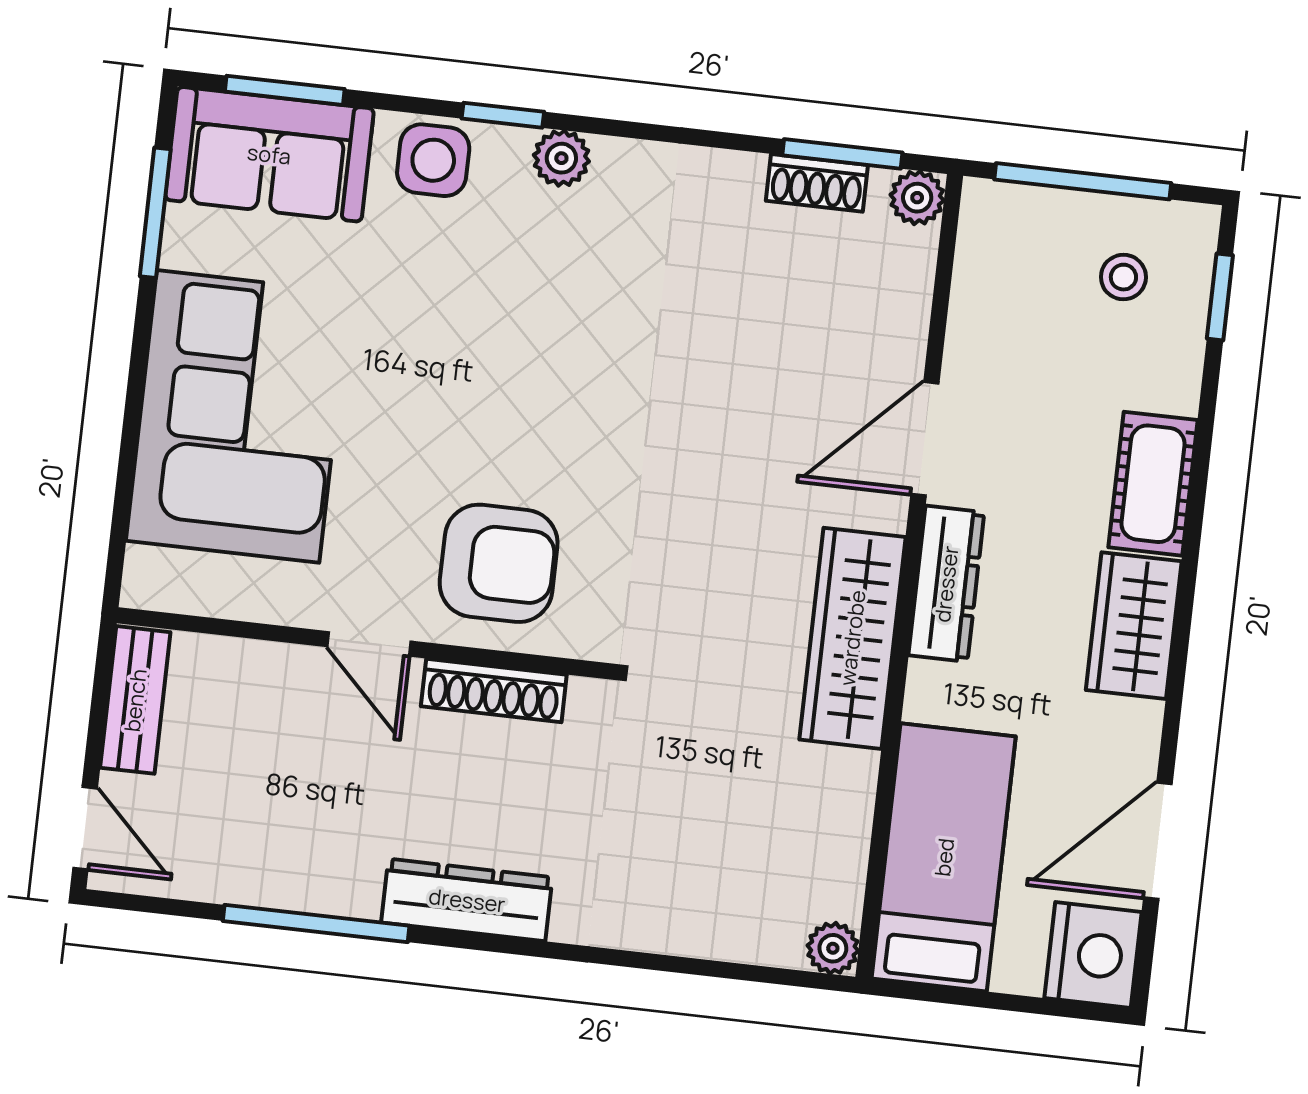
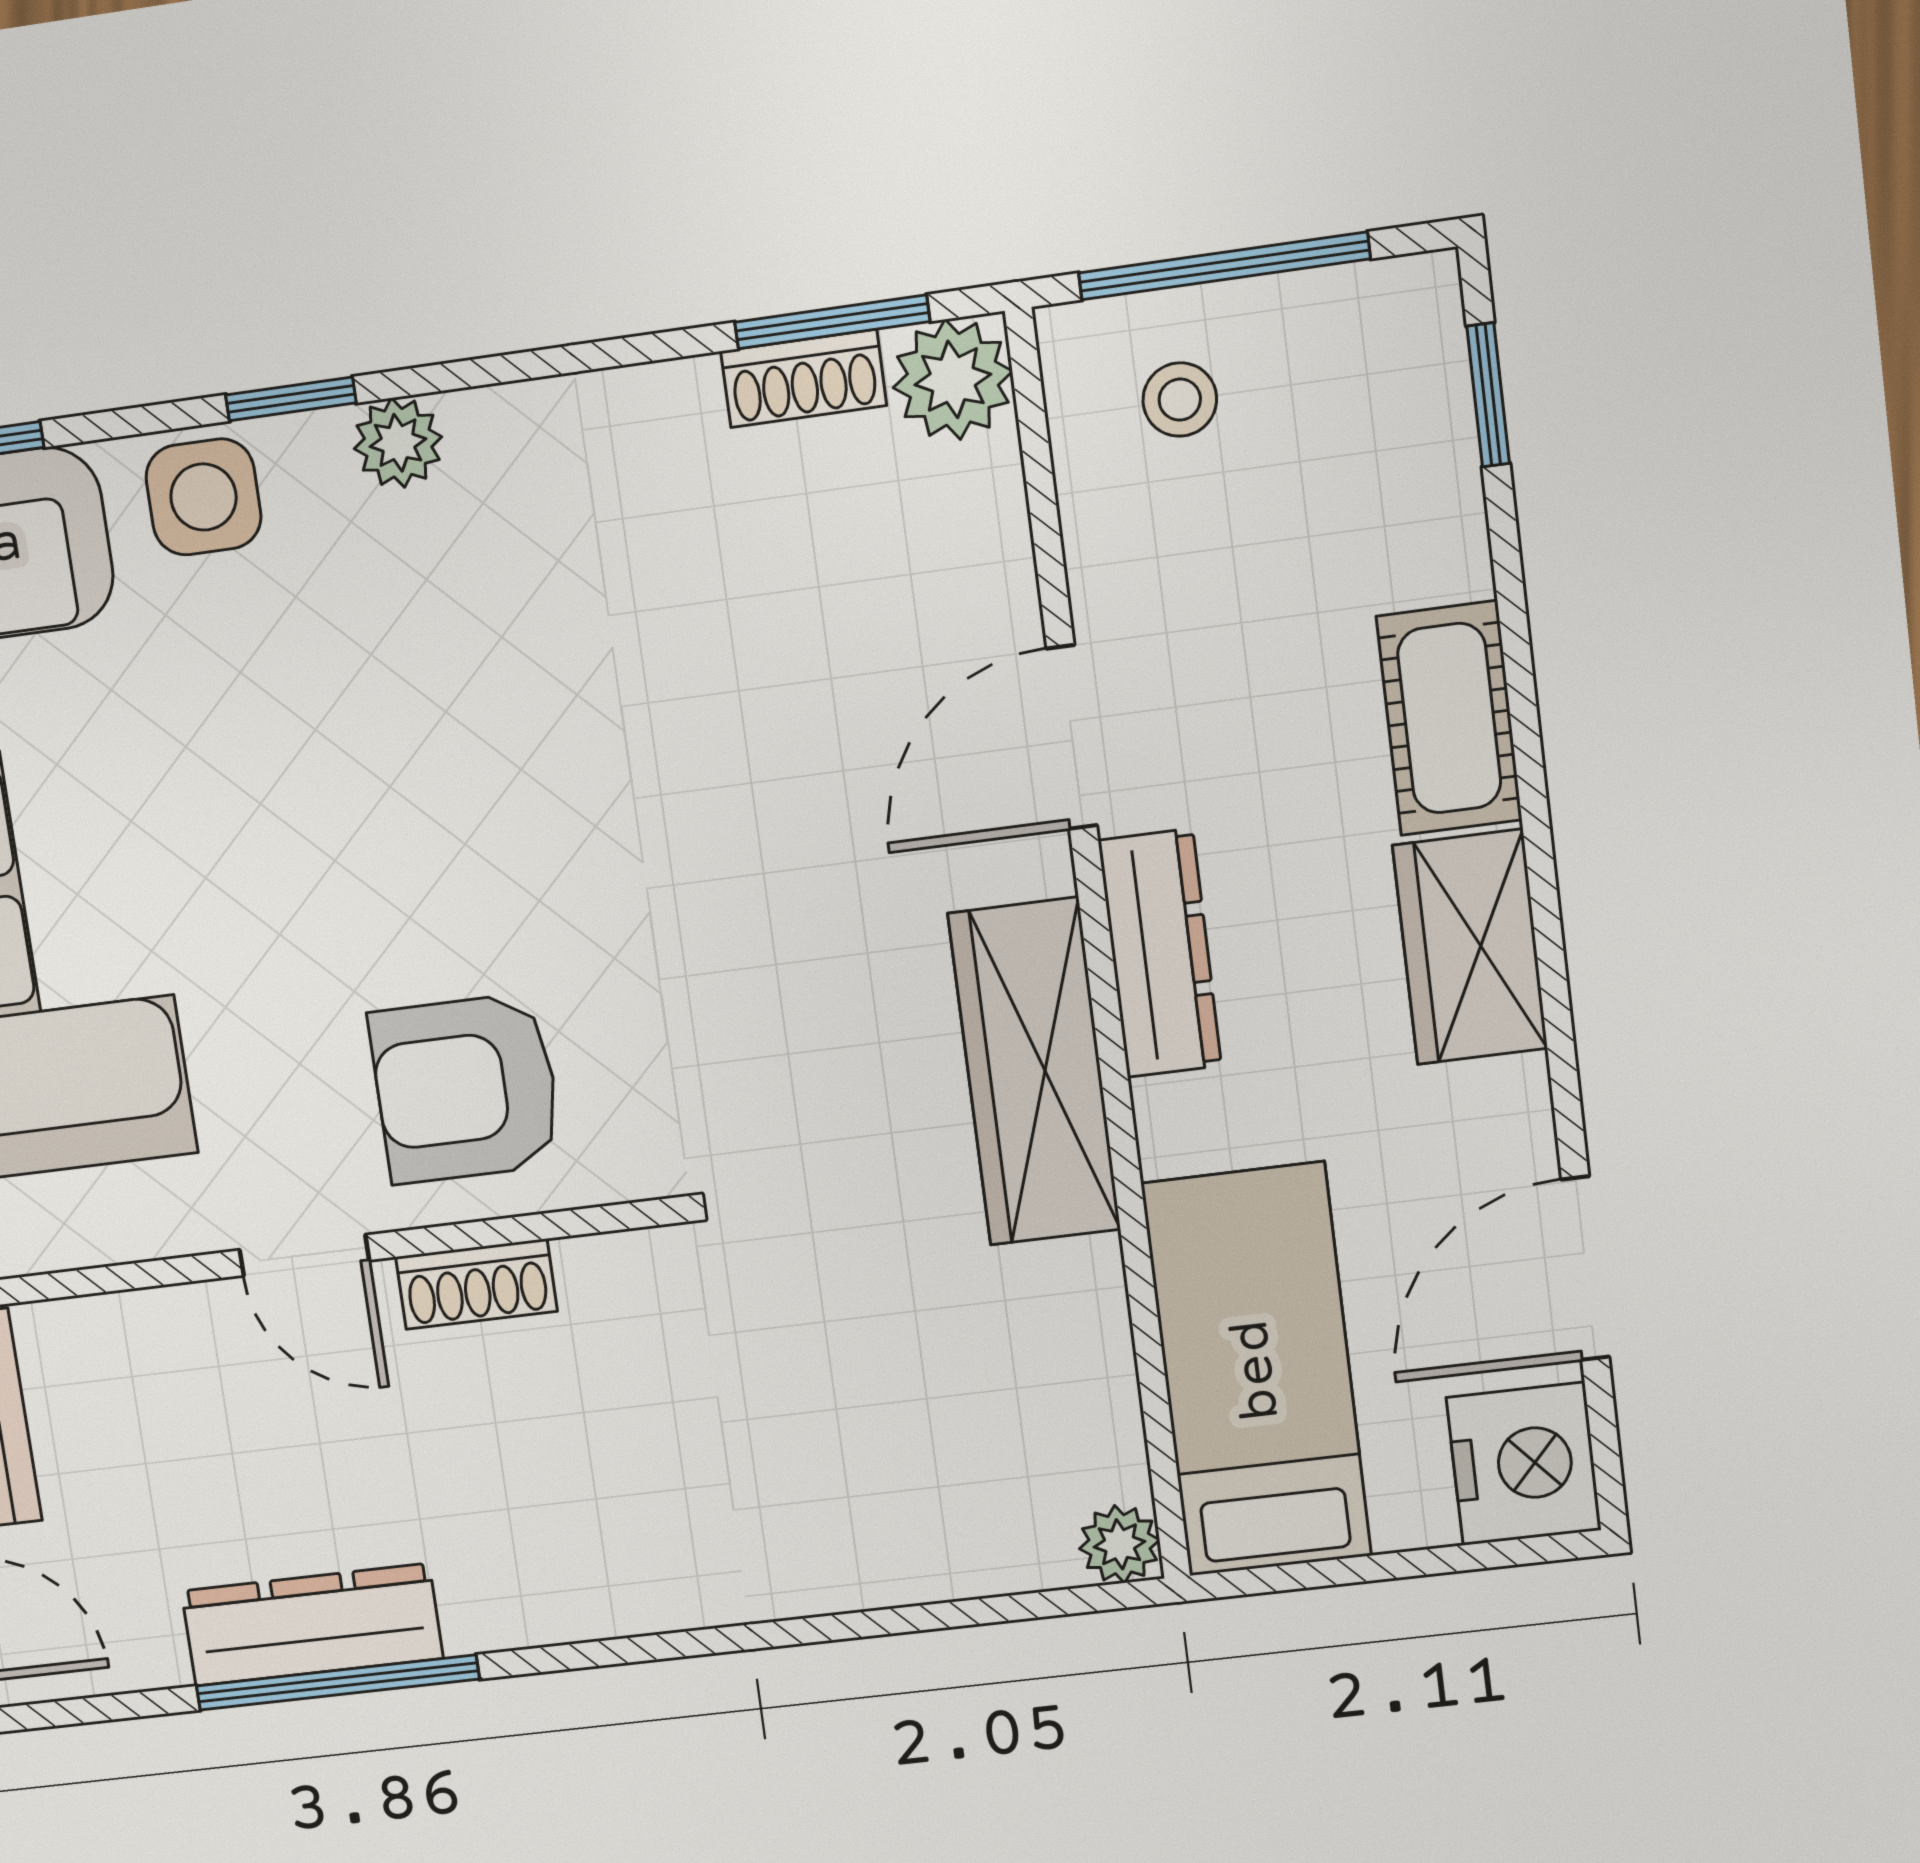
plant: (917, 198) -> (953, 379), width x1.38, depth x1.38
stool: (1123, 277) -> (1180, 400), moved
armchair: (499, 563) -> (466, 1088), turned 180
shoe rack: (494, 690) -> (476, 1284), width x0.70
dresser: (467, 900) -> (312, 1625), moved

